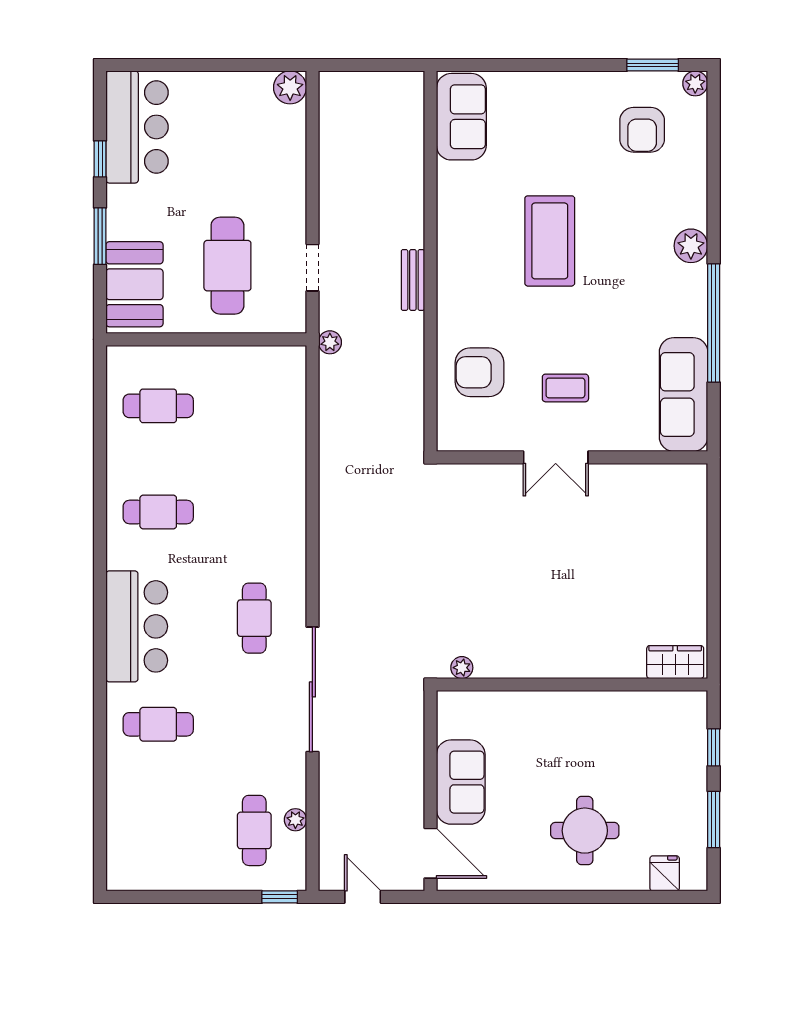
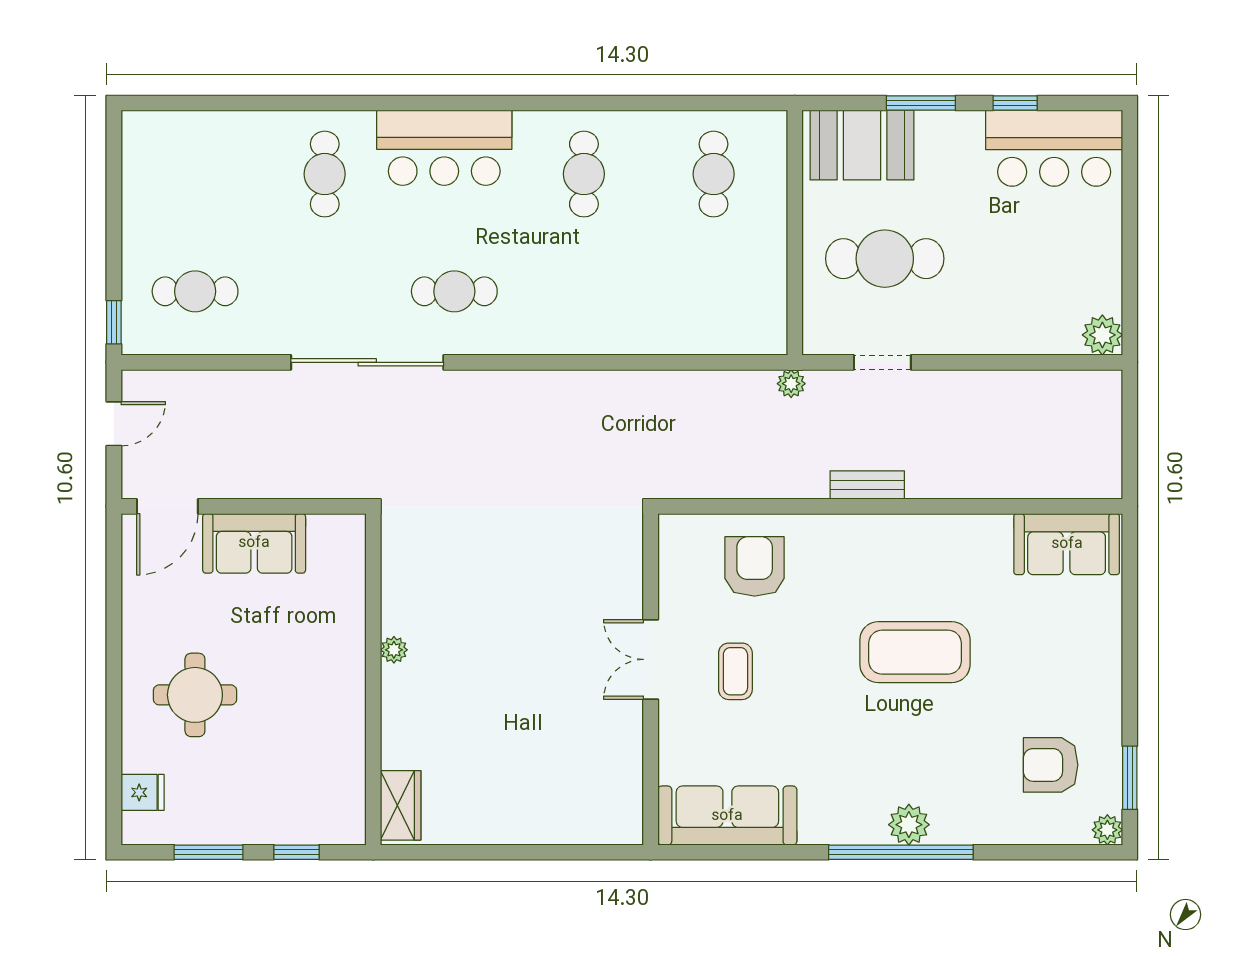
window: (714, 323) -> (901, 852), moved
plant: (462, 668) -> (394, 650), moved
plant: (295, 820) -> (208, 342), removed

